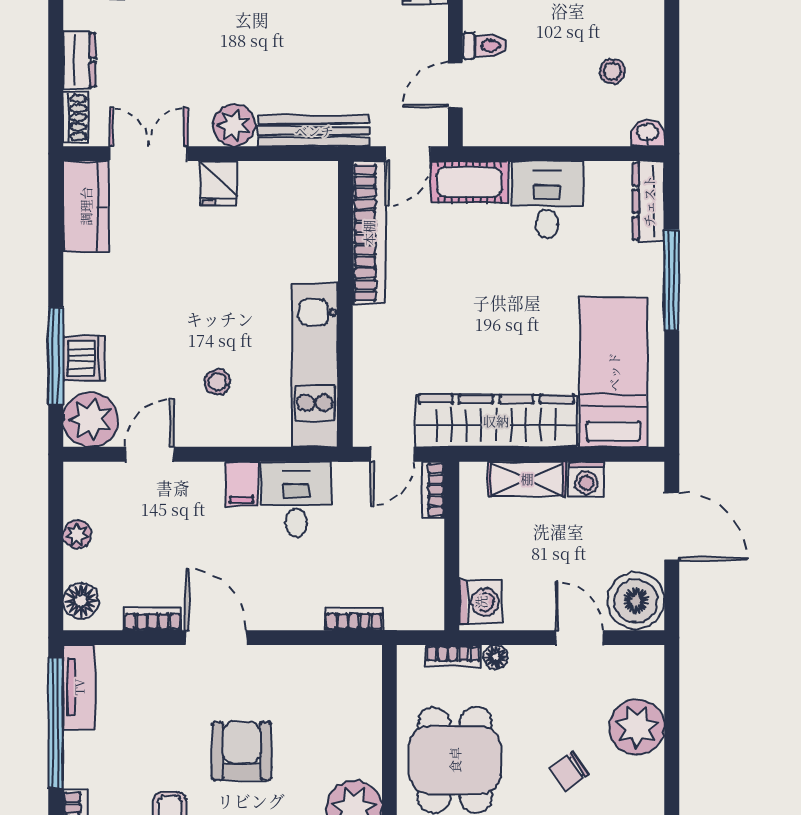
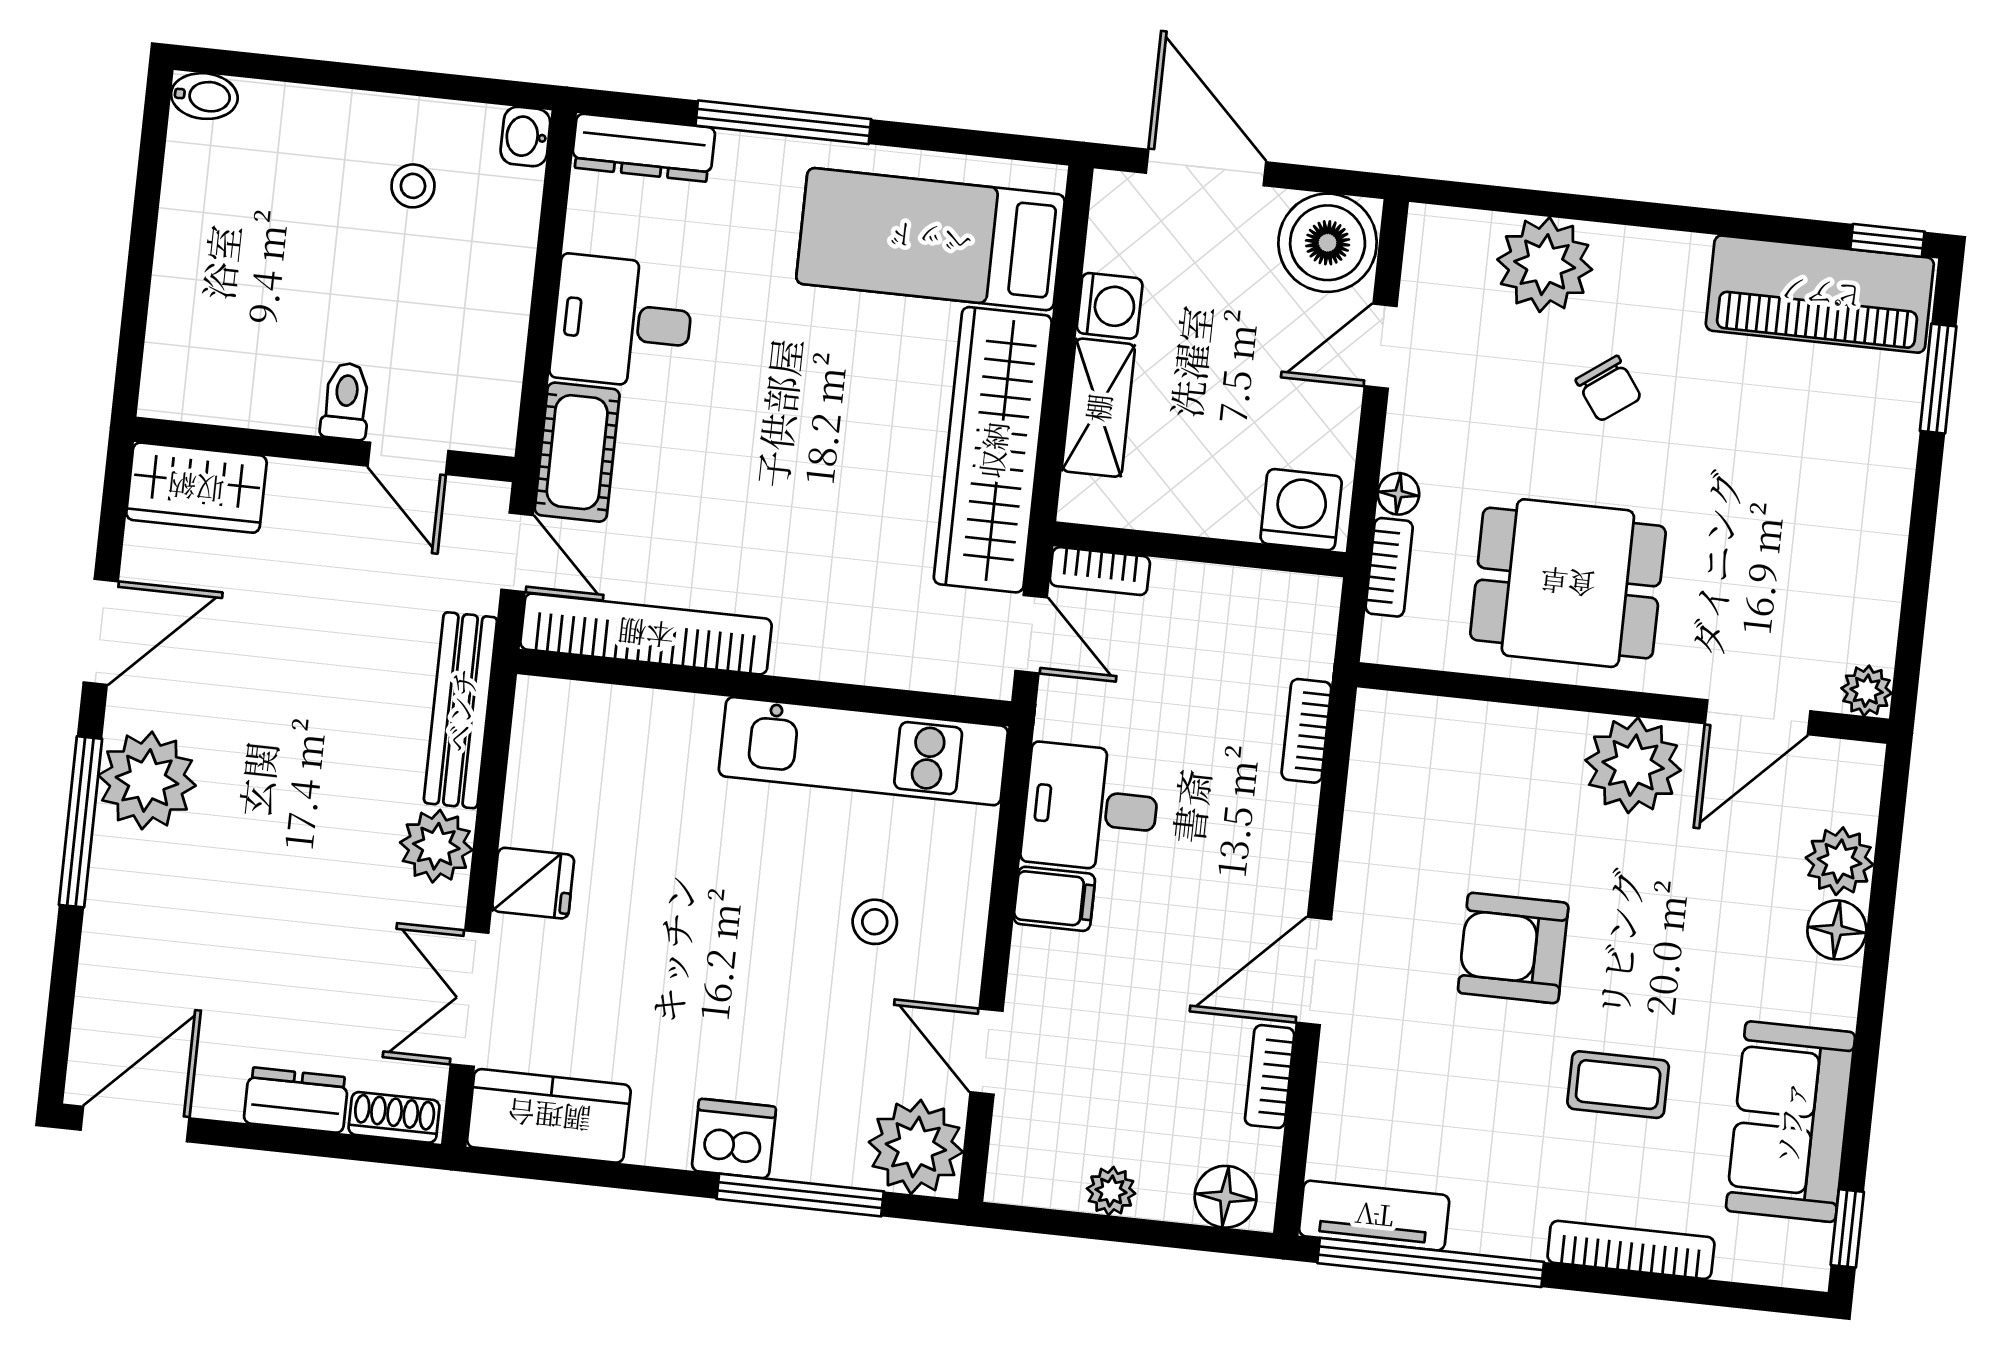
dishwasher: (84, 359) -> (734, 1139), moved
door: (672, 526) -> (1206, 168), hinge flipped

